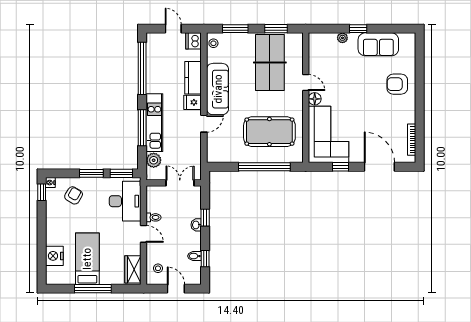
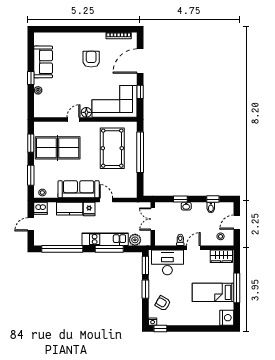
armchair: (397, 84) -> (91, 59), moved, turned 180
nightstand: (54, 256) -> (227, 318), moved, turned -90

